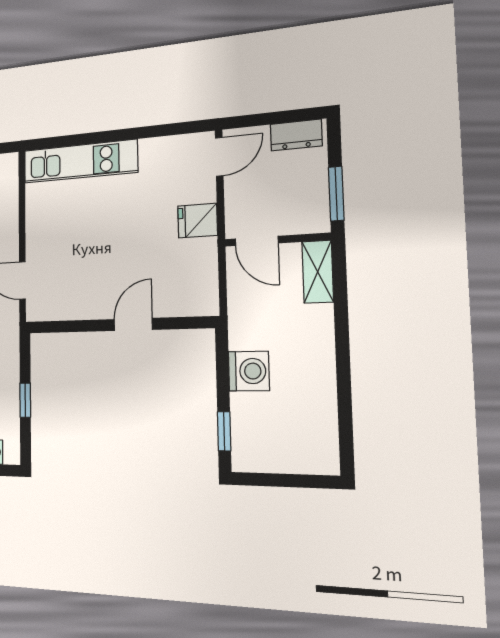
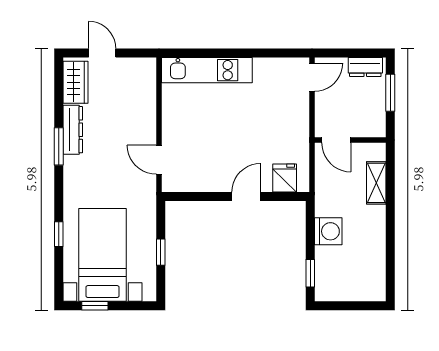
window: (336, 194) -> (390, 93), moved
fridge: (198, 221) -> (285, 178), moved, turned 90
shelving: (318, 272) -> (376, 183), moved

